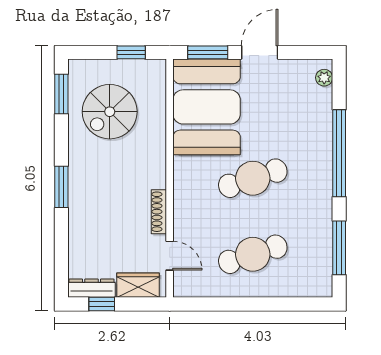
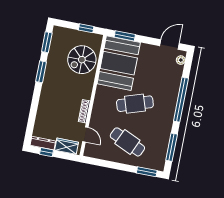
door: (260, 52) -> (169, 45), moved
spiral stairs: (110, 112) -> (82, 60), moved
window: (61, 187) -> (41, 72), moved
cafe table: (253, 254) -> (127, 142), turned 42
window: (301, 304) -> (147, 172), added

